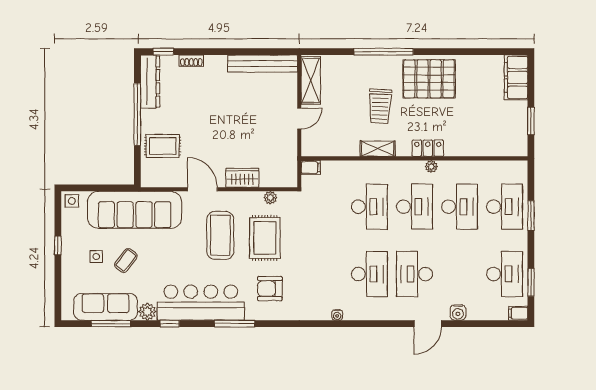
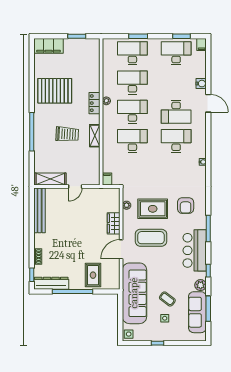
pallet: (429, 79) -> (55, 91), moved, turned 90
door: (299, 119) -> (75, 186), swing flipped
bar counter: (201, 303) -> (195, 250), width x0.73

